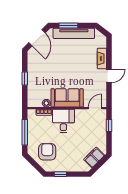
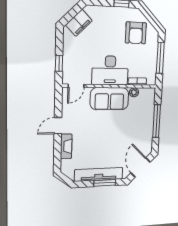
window: (25, 78) -> (157, 121), width x2.17
desk: (63, 121) -> (110, 70), width x1.37

